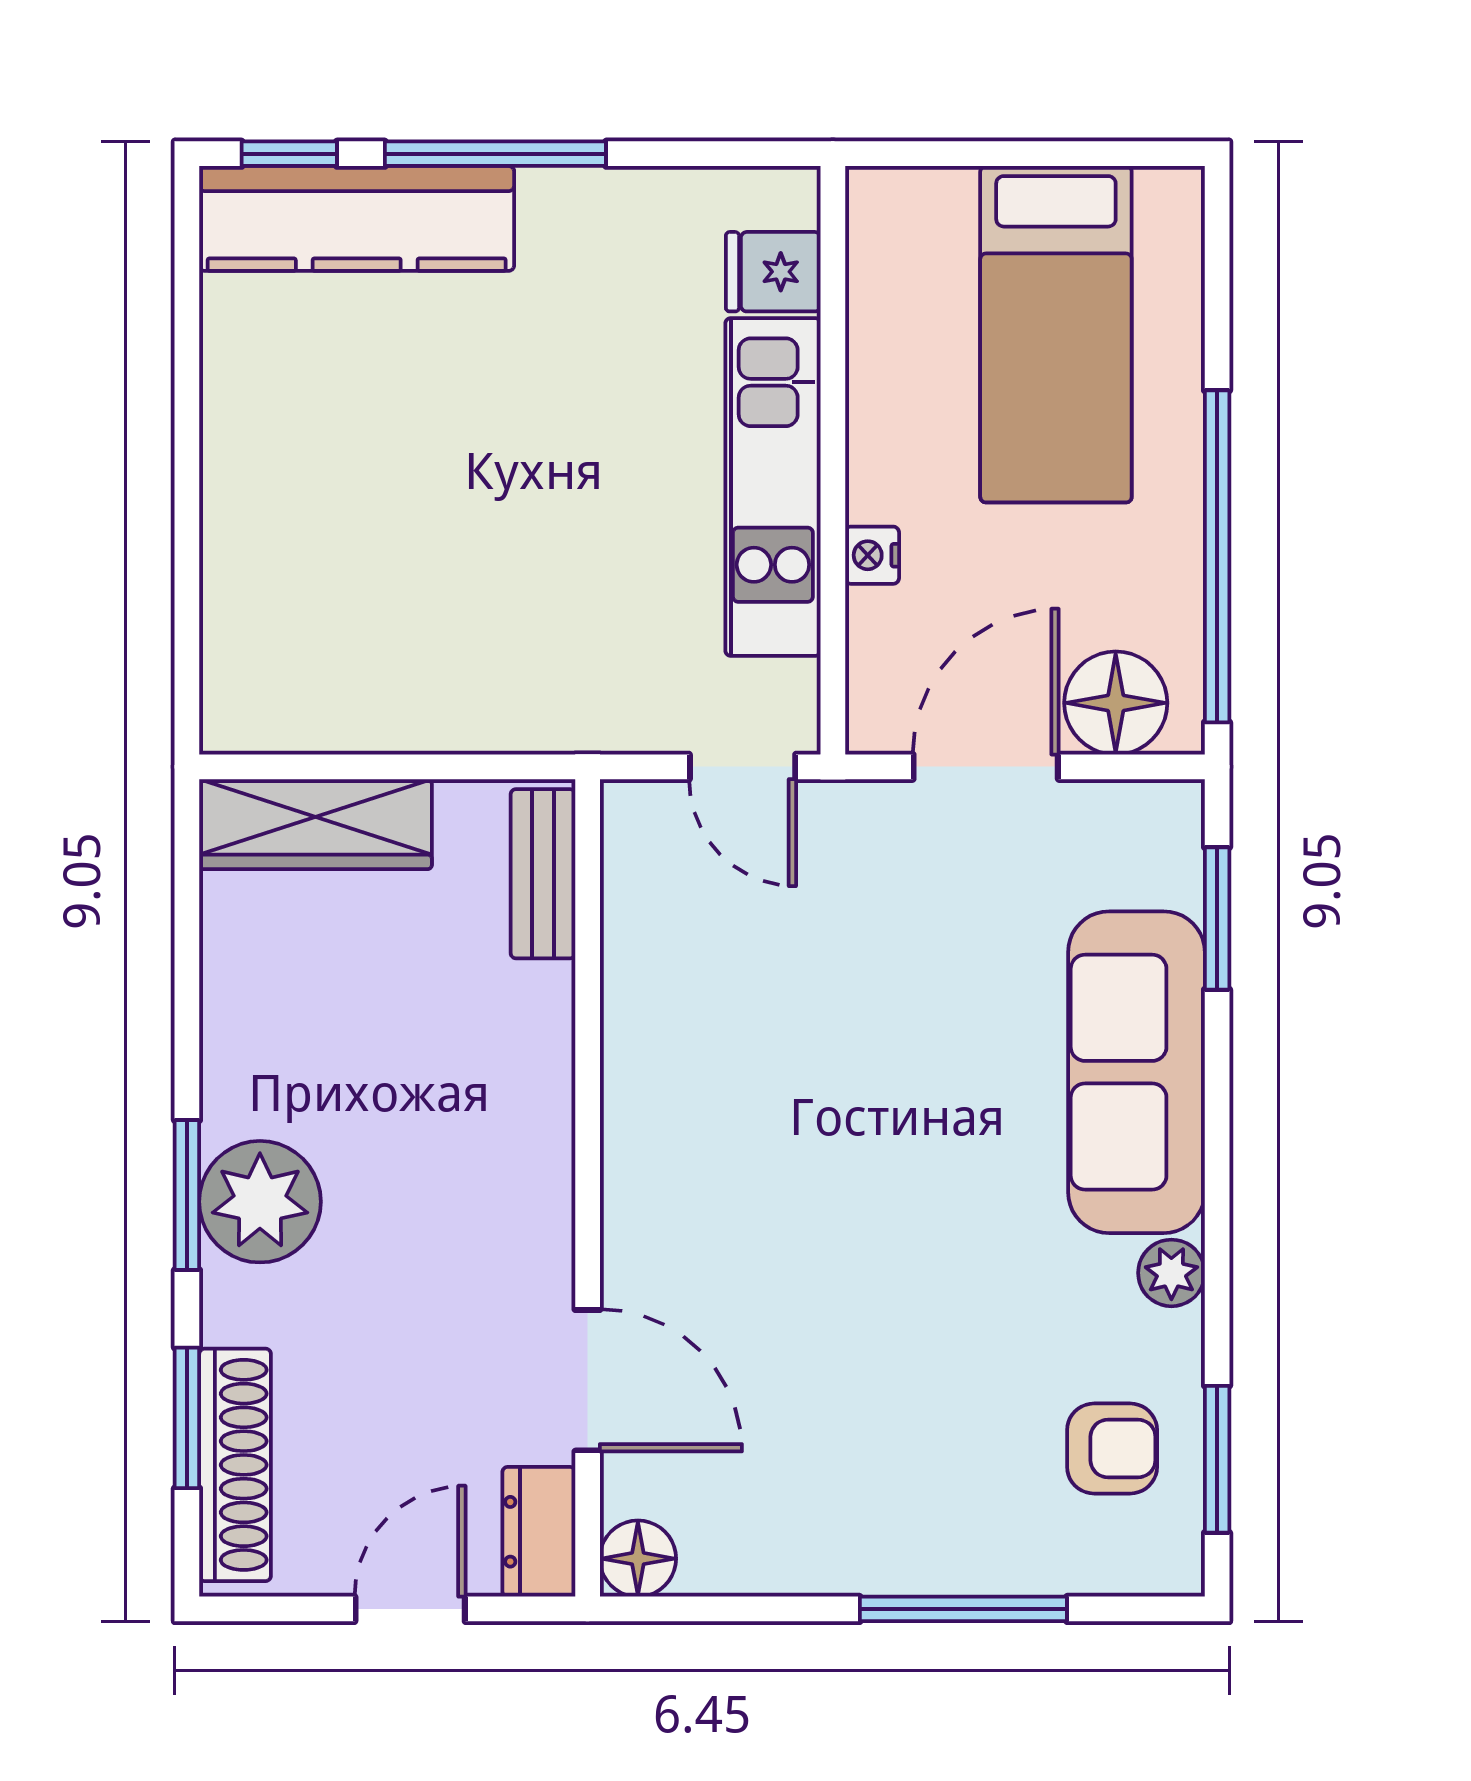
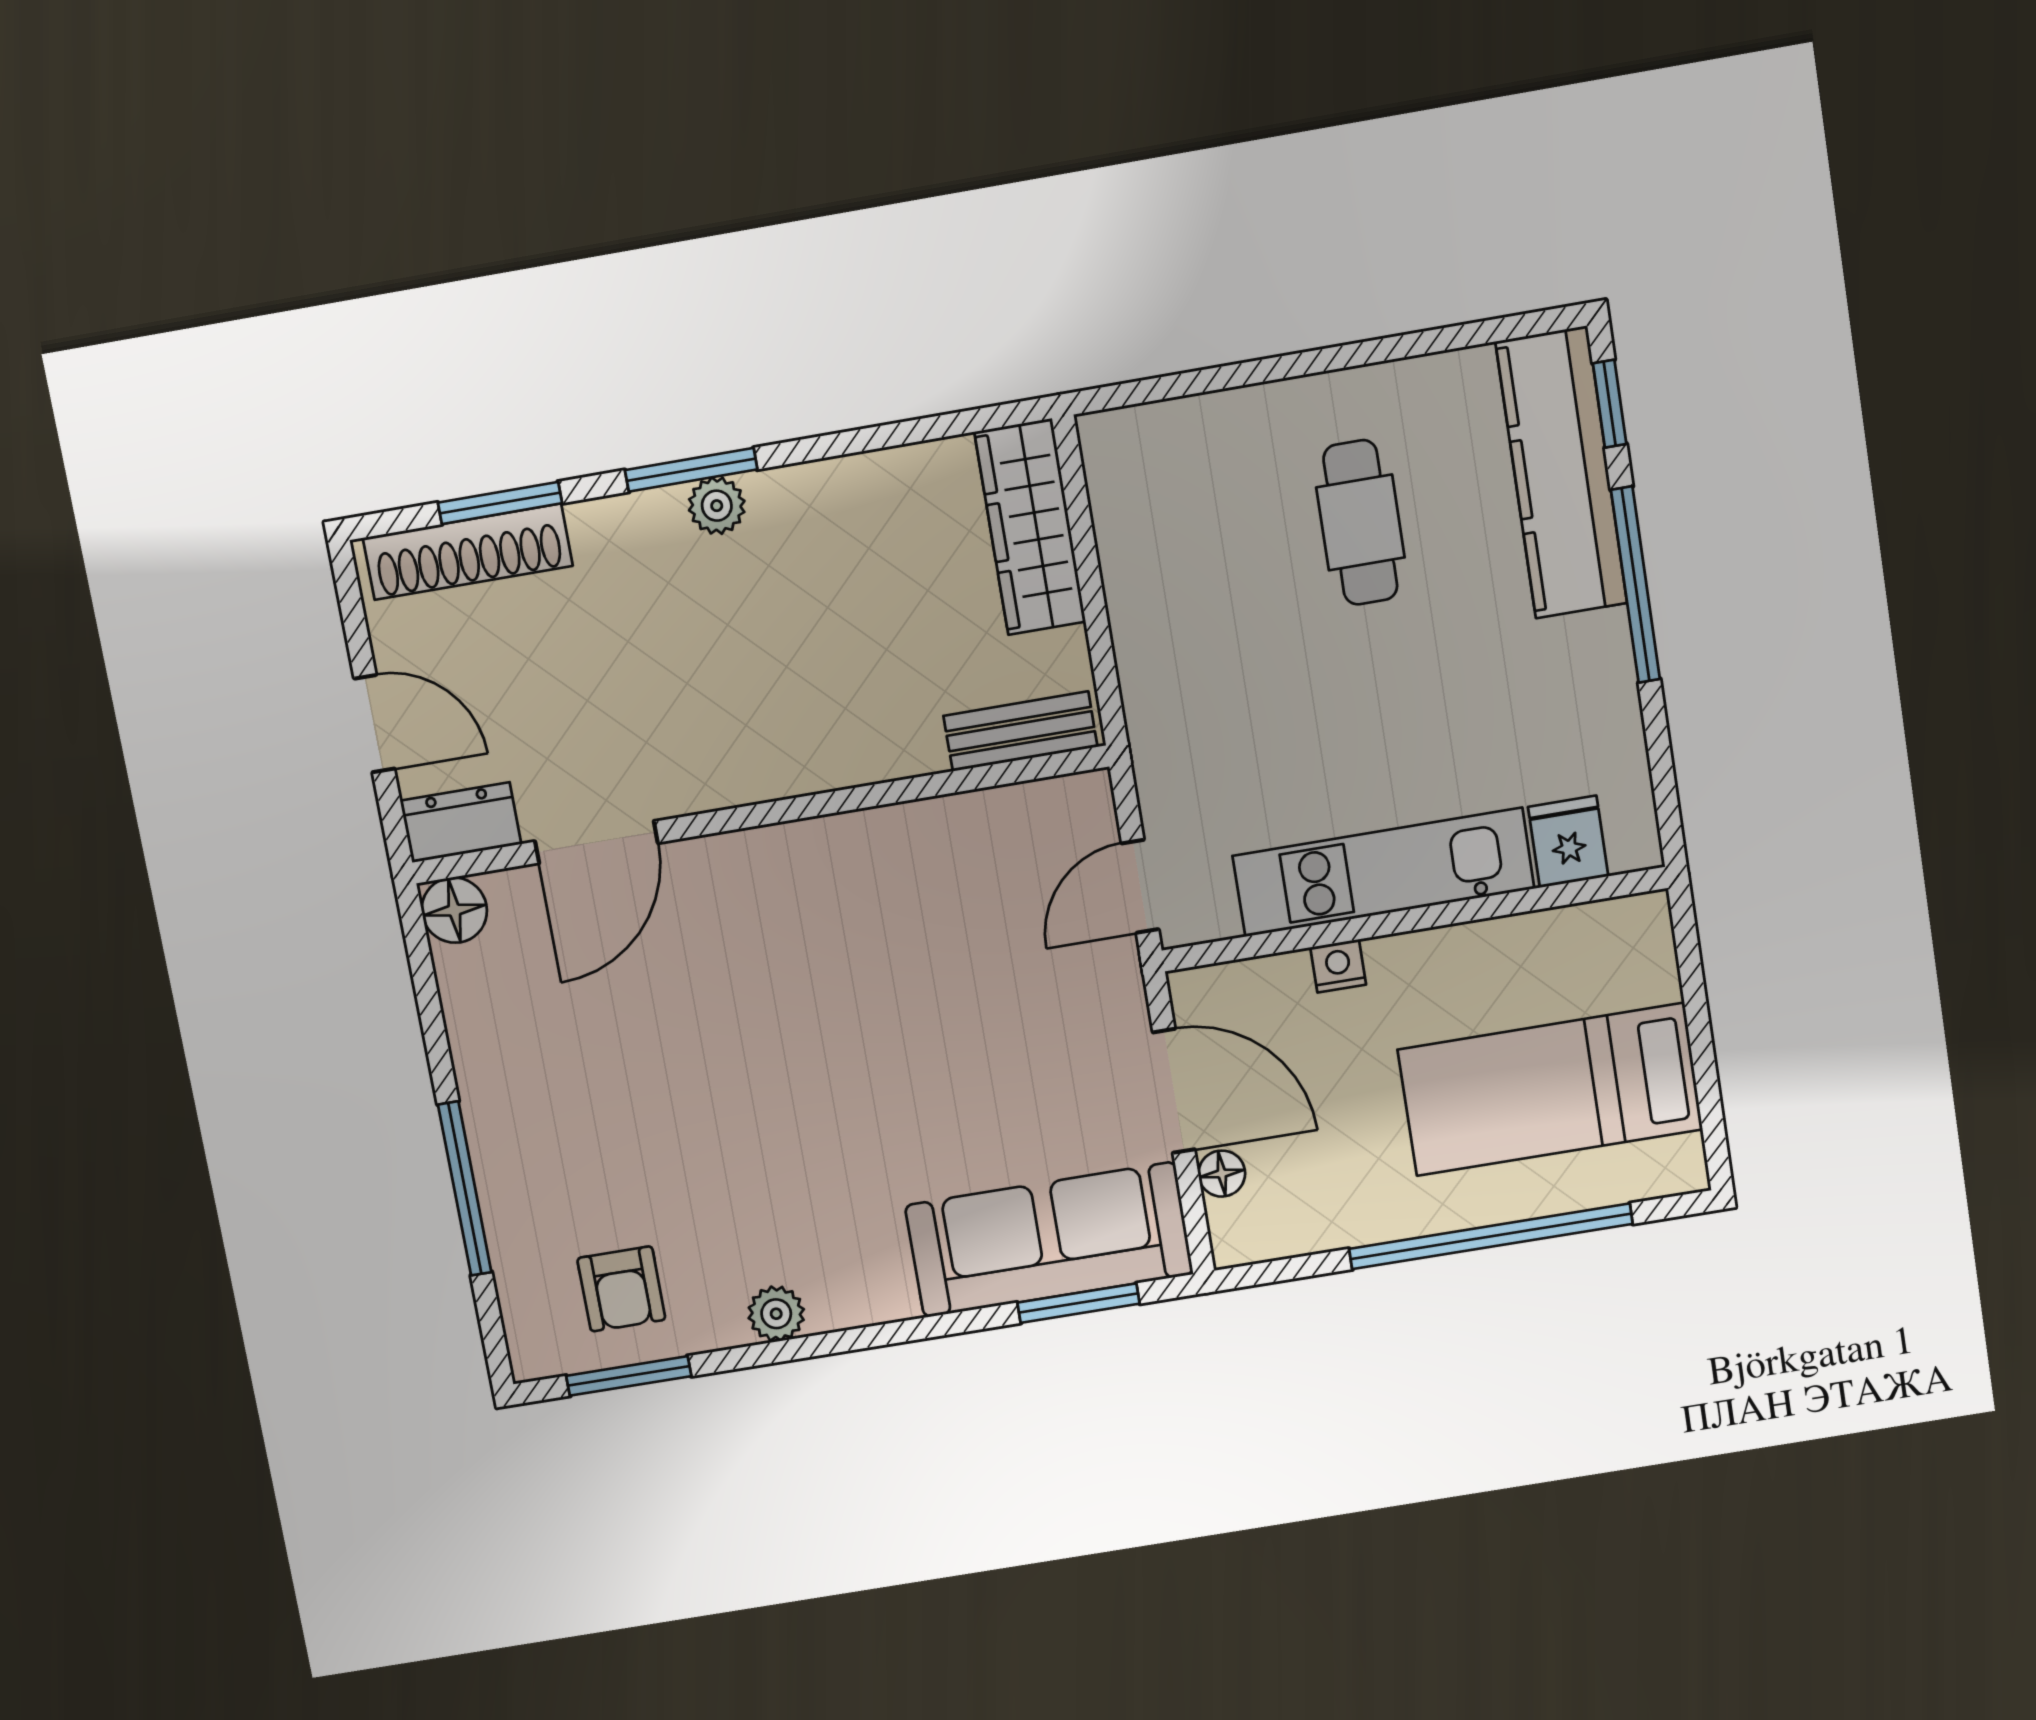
cafe table: (374, 452) -> (1360, 522), added
window: (1217, 556) -> (1491, 1236), moved
floor lamp: (1116, 703) -> (1222, 1174), width x0.53, depth x0.53
sofa: (1136, 1072) -> (1049, 1240), moved
plant: (260, 1202) -> (717, 506), width x0.53, depth x0.53

